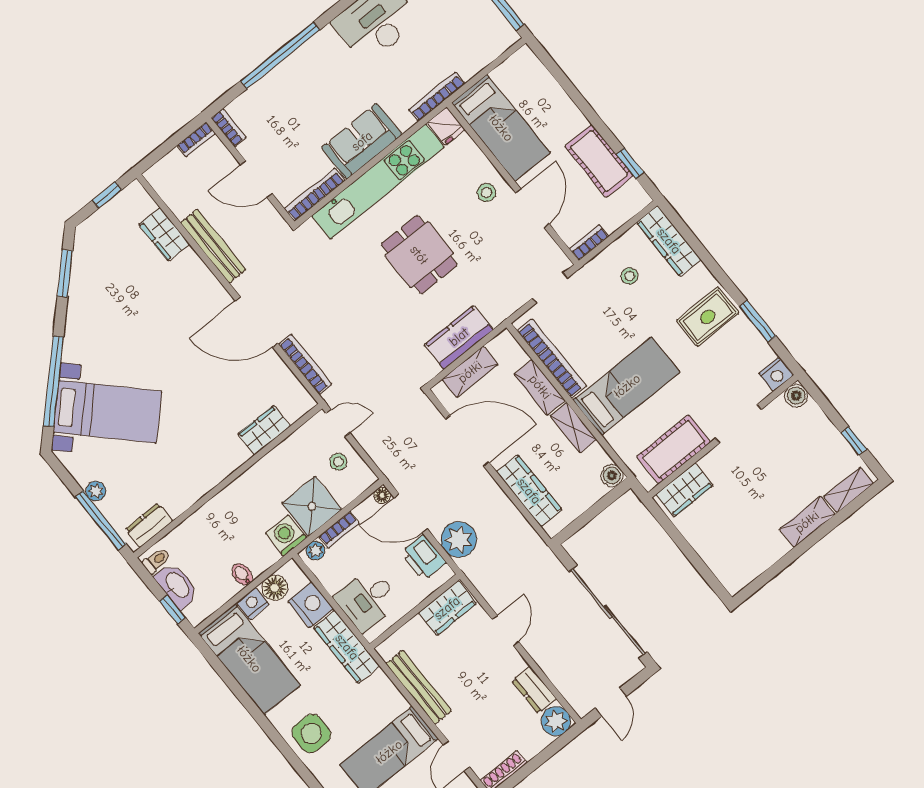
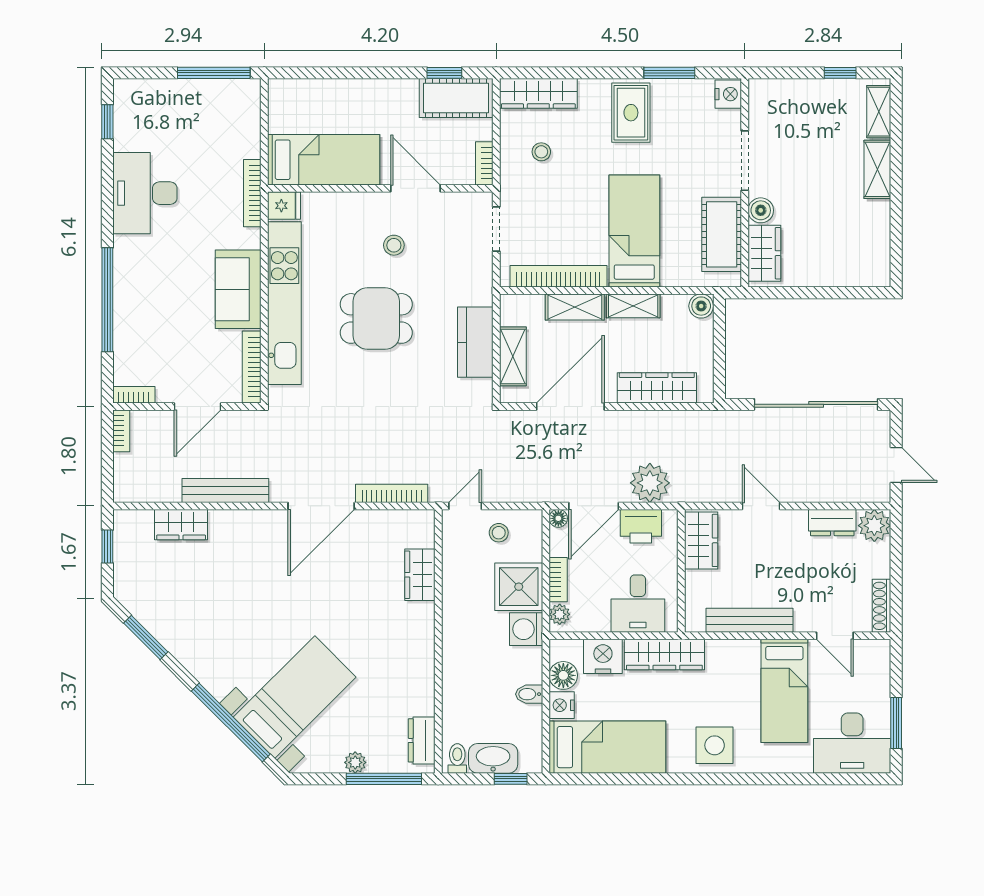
cot: (599, 161) -> (456, 98), moved
stool: (487, 193) -> (394, 245), moved
boiler: (796, 396) -> (761, 210), moved

